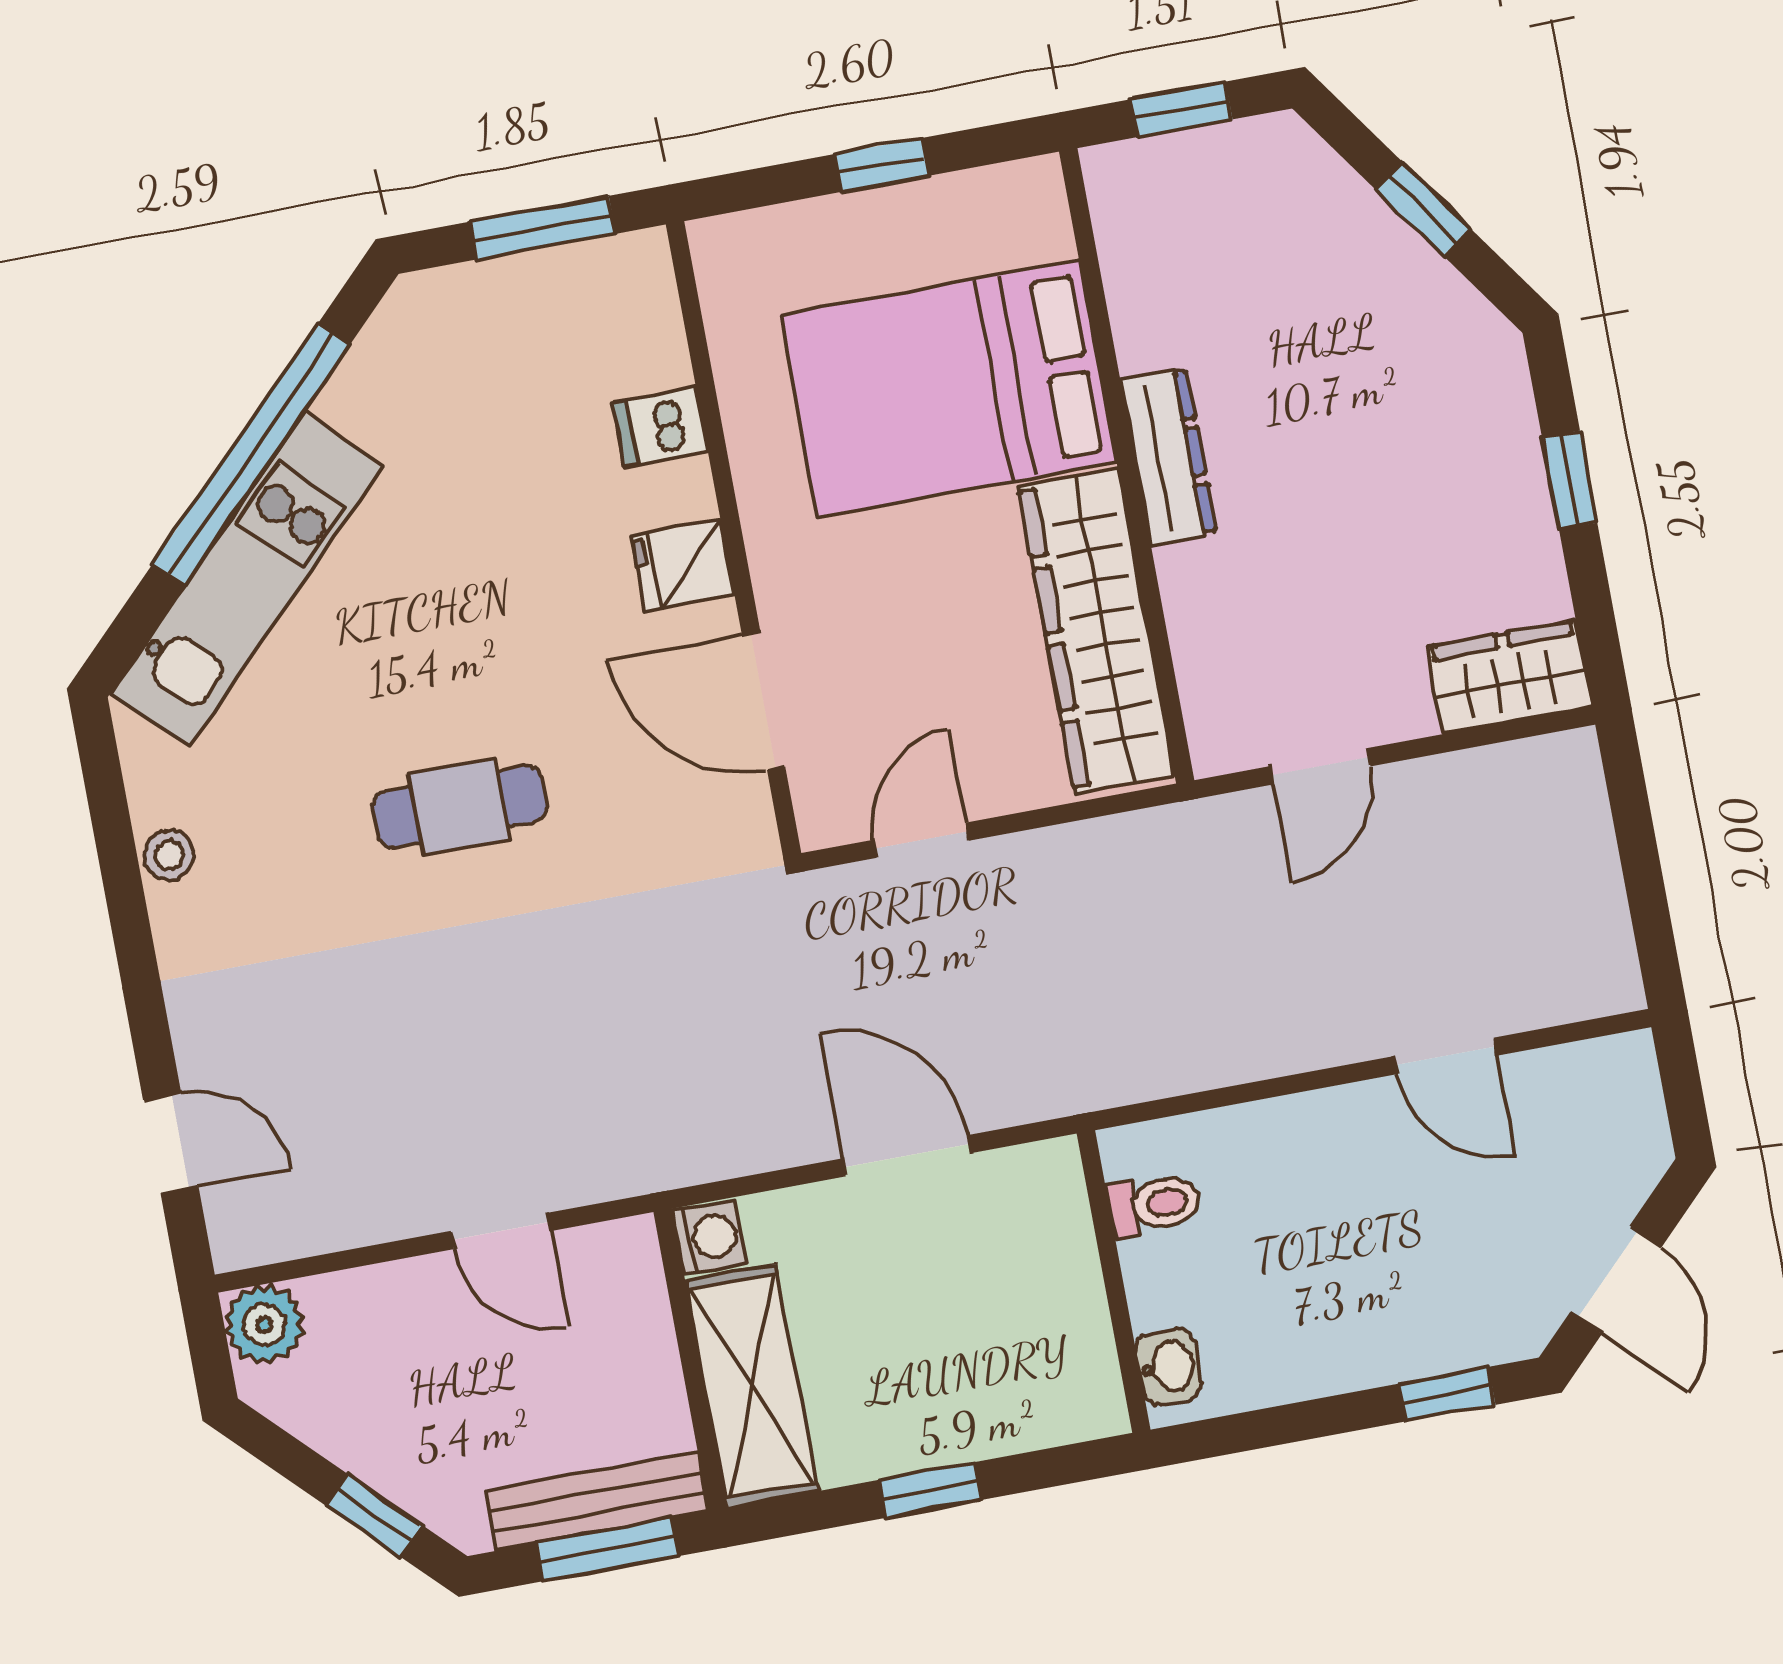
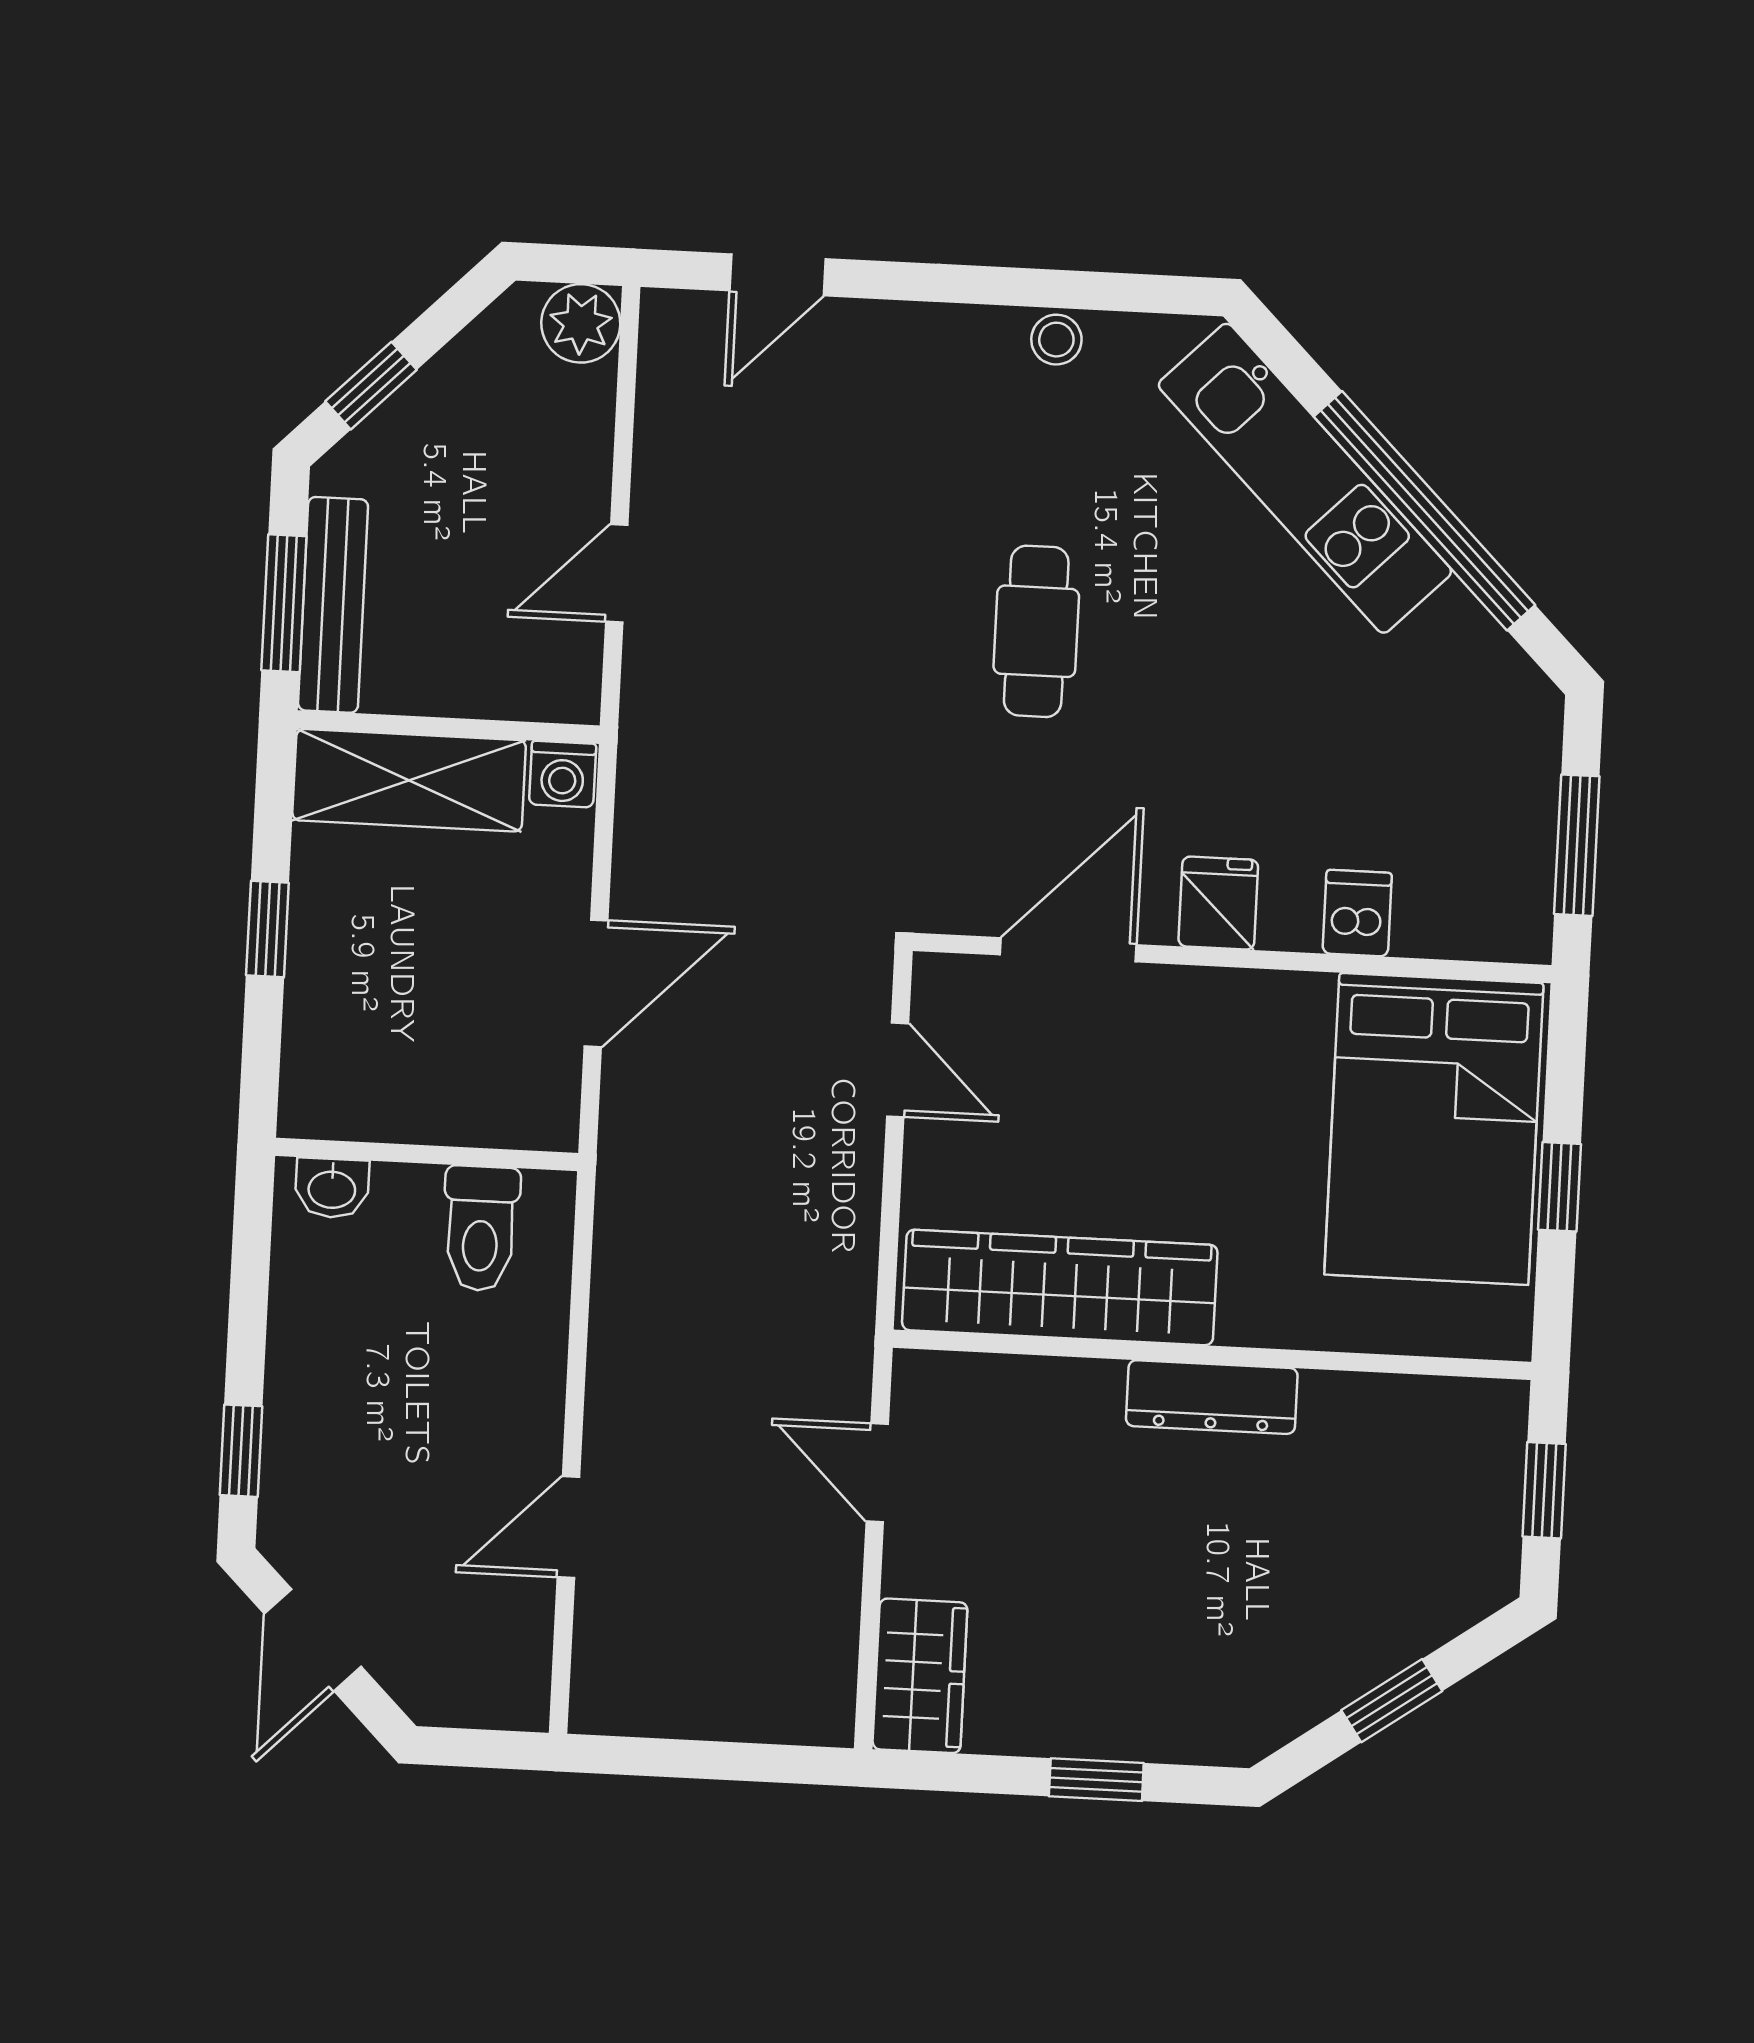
bed: (948, 388) -> (1434, 1129), moved, turned 180
toilet: (1155, 1204) -> (481, 1228), width x1.37, depth x1.39
door: (1616, 1280) -> (313, 1640), hinge flipped

